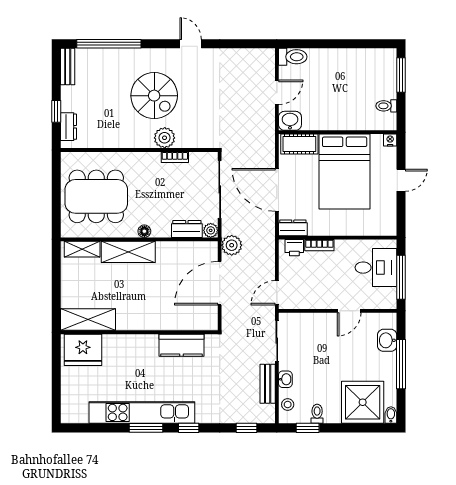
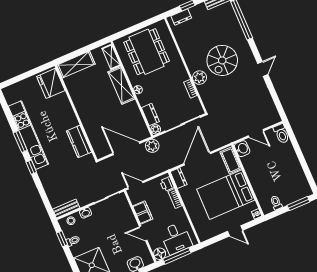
filing cabinet: (320, 299) -> (143, 213), added
floor lamp: (388, 300) -> (160, 254), added
shelving: (88, 320) -> (76, 65), moved, turned 90
bench: (268, 384) -> (66, 208), moved
window: (246, 428) -> (46, 202), removed

